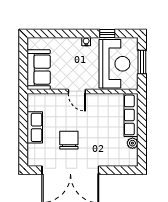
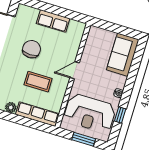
sofa: (39, 70) -> (123, 55), moved, turned 90
coffee table: (99, 124) -> (38, 82), added
chair: (69, 140) -> (32, 49), turned -90

